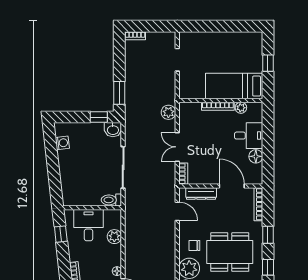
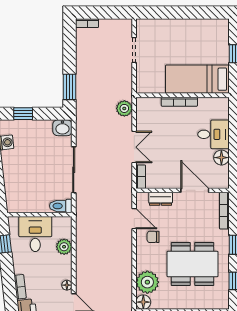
plant: (241, 108) -> (205, 103), removed
window: (99, 117) -> (23, 114), moved
double door: (177, 147) -> (134, 147), swing flipped
dresser: (201, 194) -> (161, 199), width x0.70
chair: (194, 245) -> (153, 237), moved

